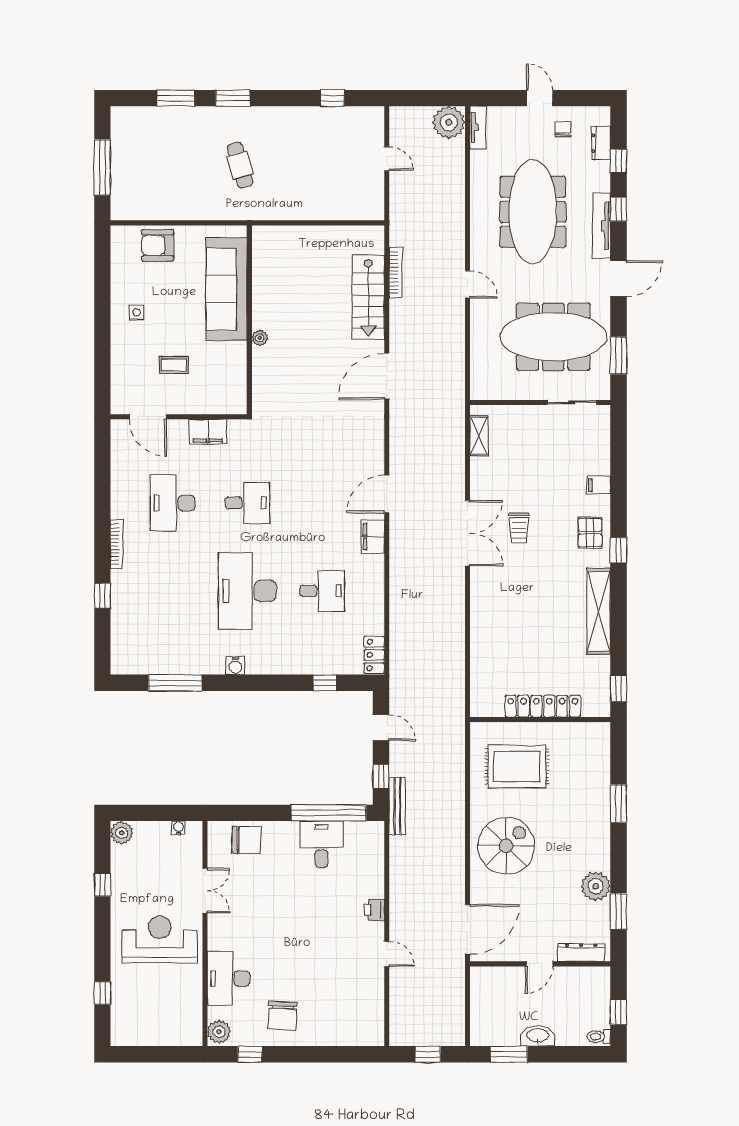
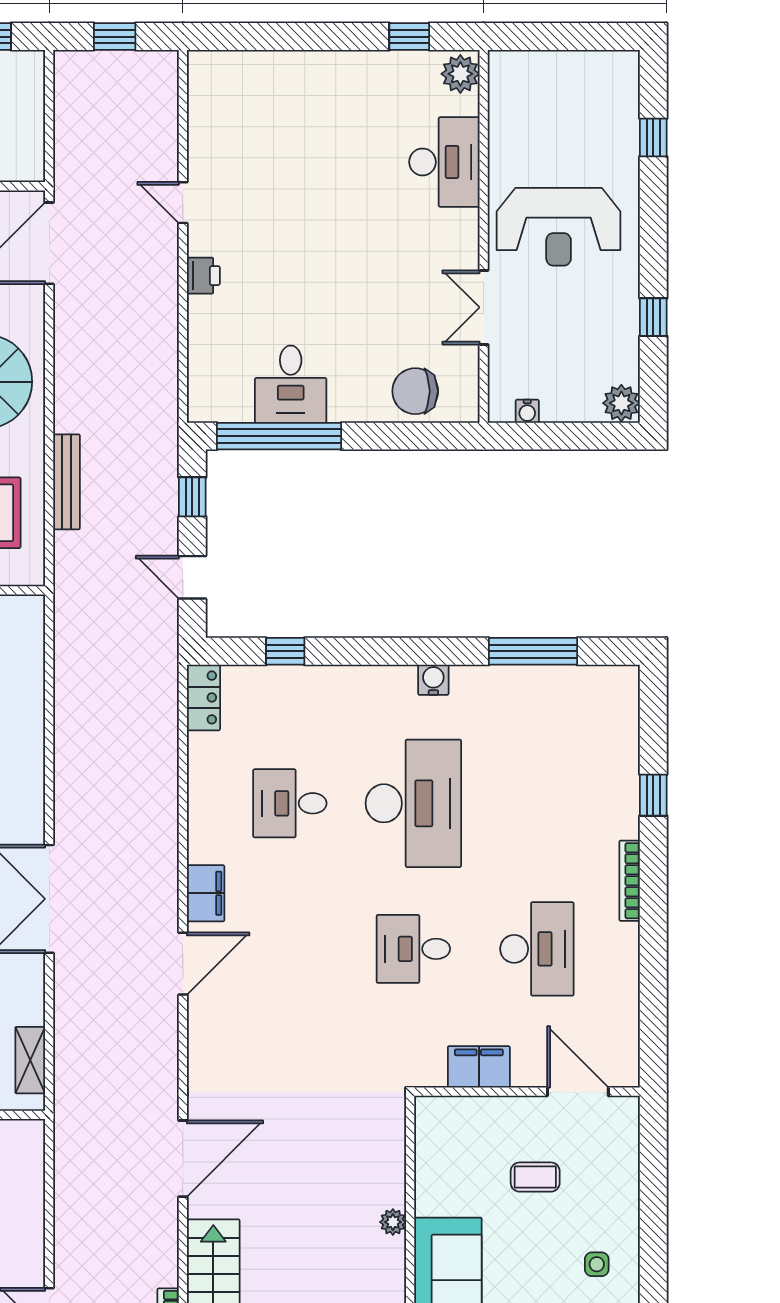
bench: (397, 806) -> (67, 482), moved
chair: (282, 1016) -> (356, 100), removed

